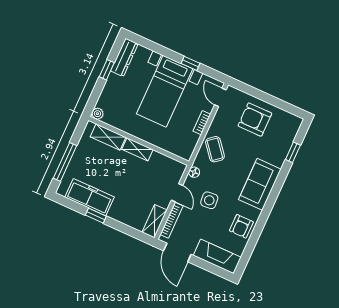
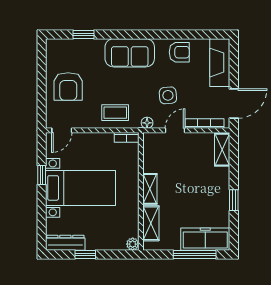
bookcase: (202, 123) -> (127, 137), moved
coffee table: (215, 149) -> (115, 113), turned 39
freezer: (90, 197) -> (205, 239), moved, turned 90
shelving: (155, 221) -> (222, 150), moved, turned 90

